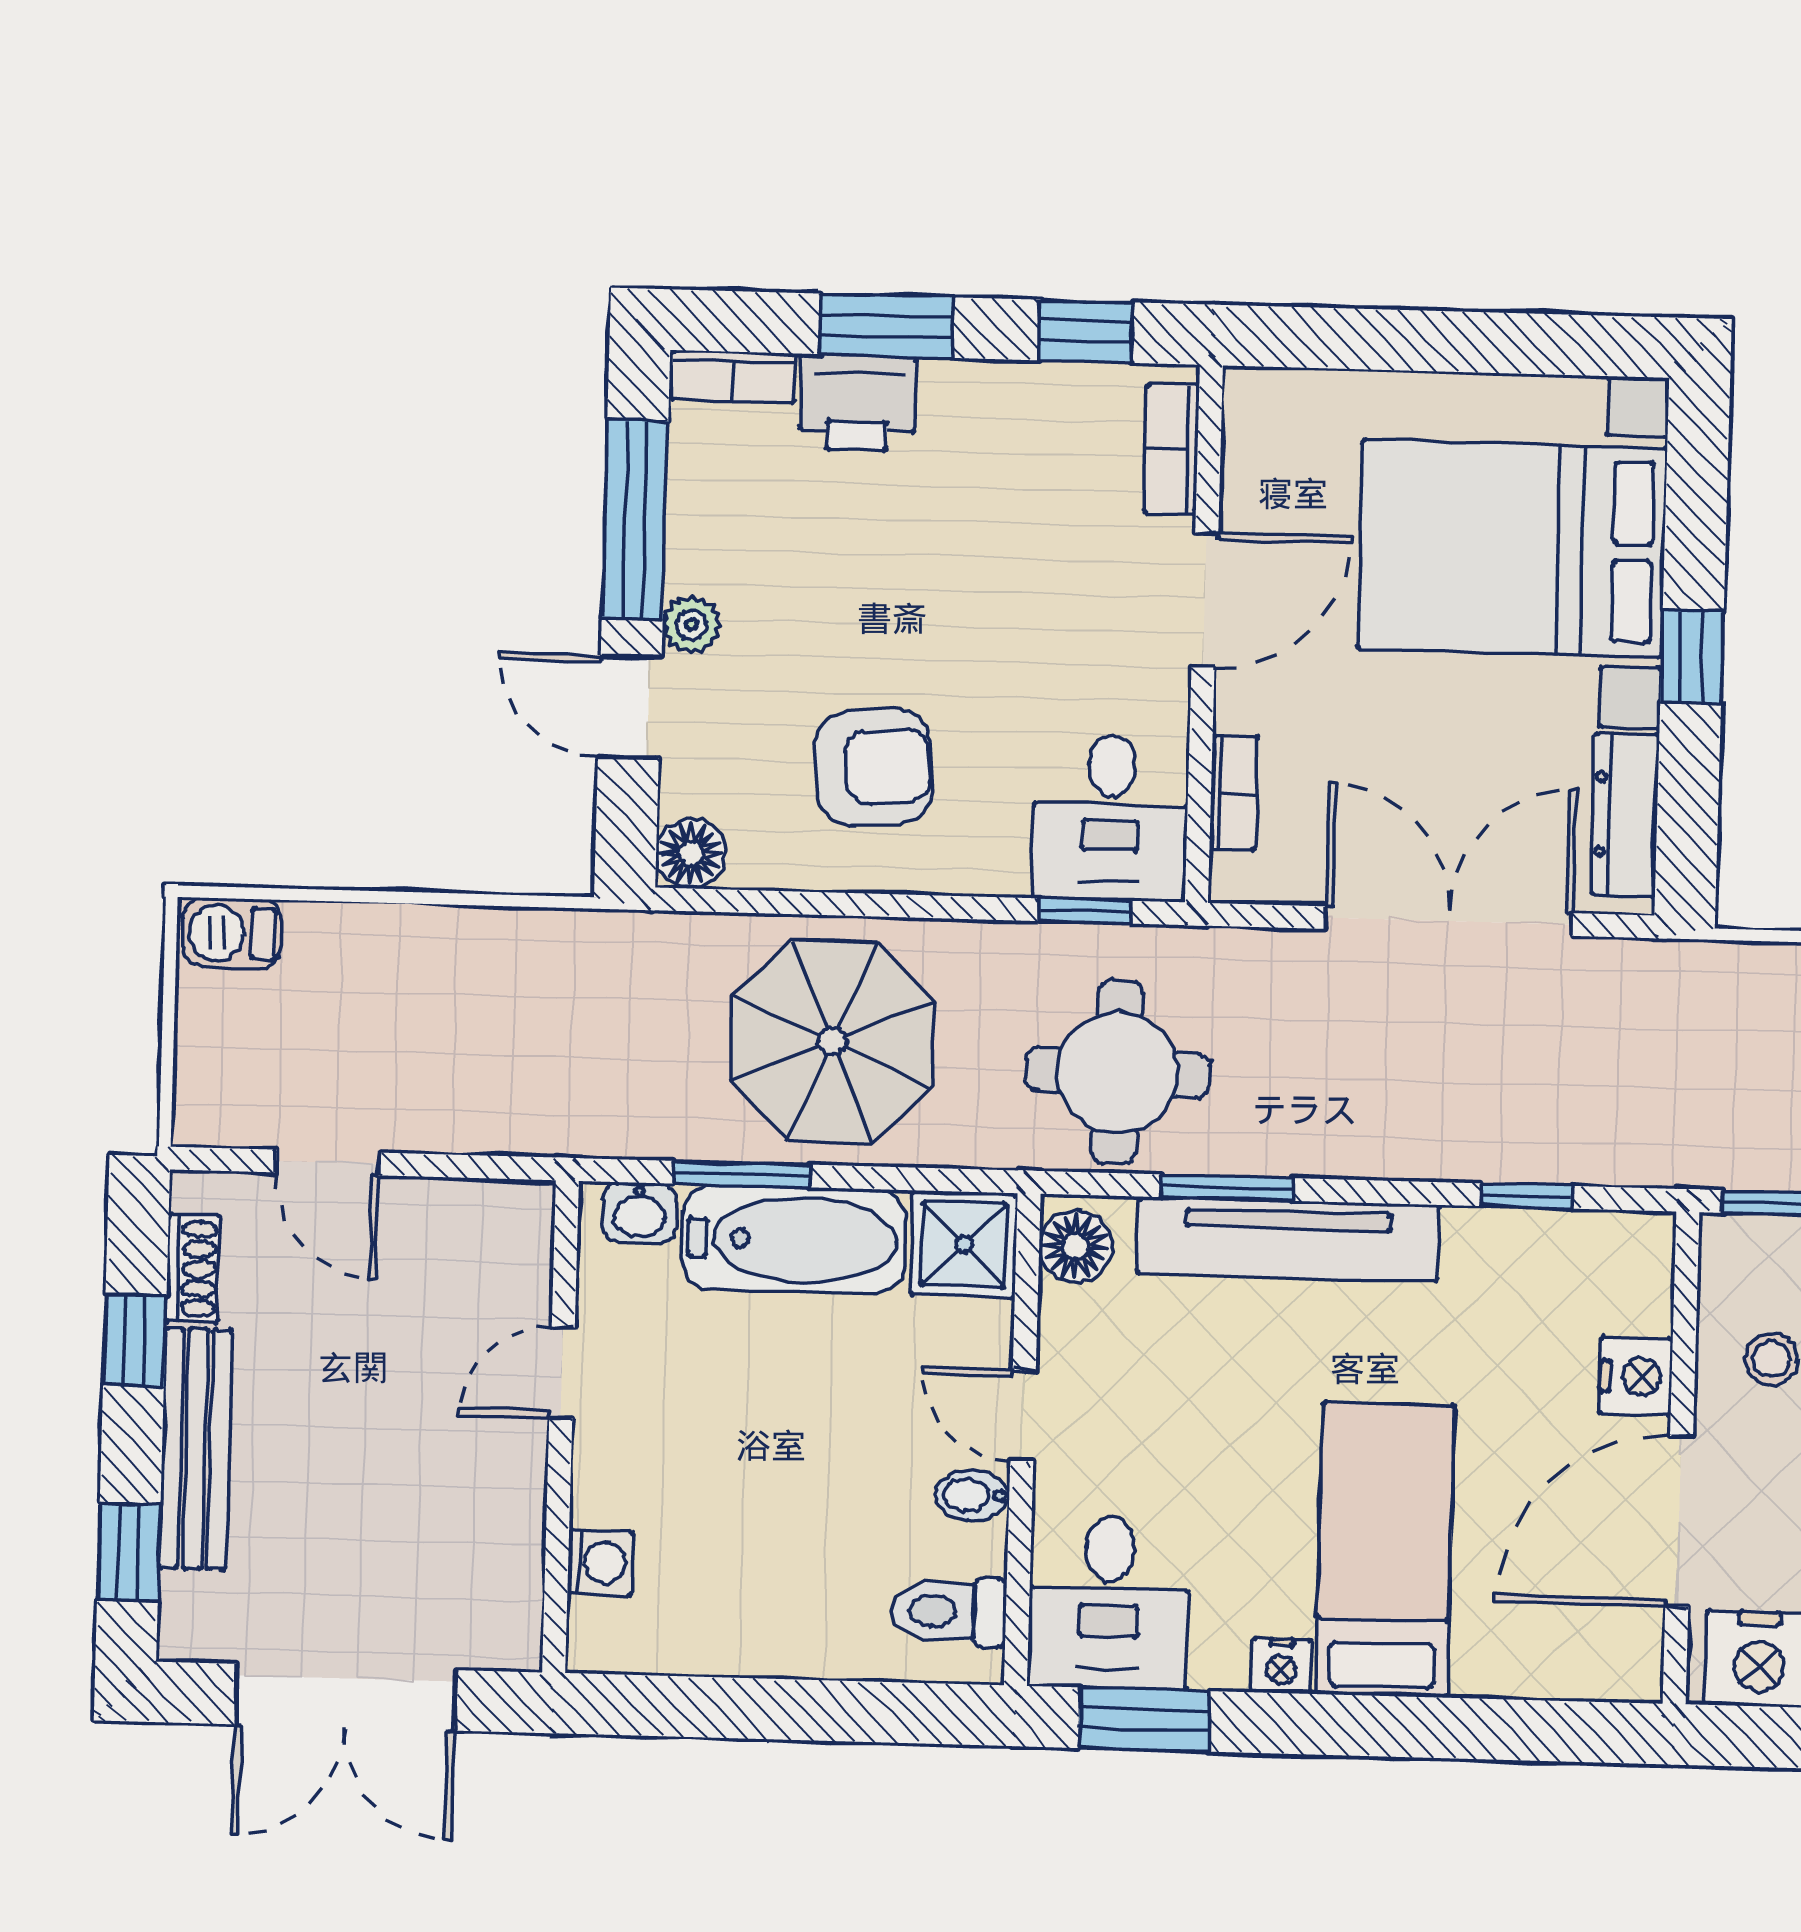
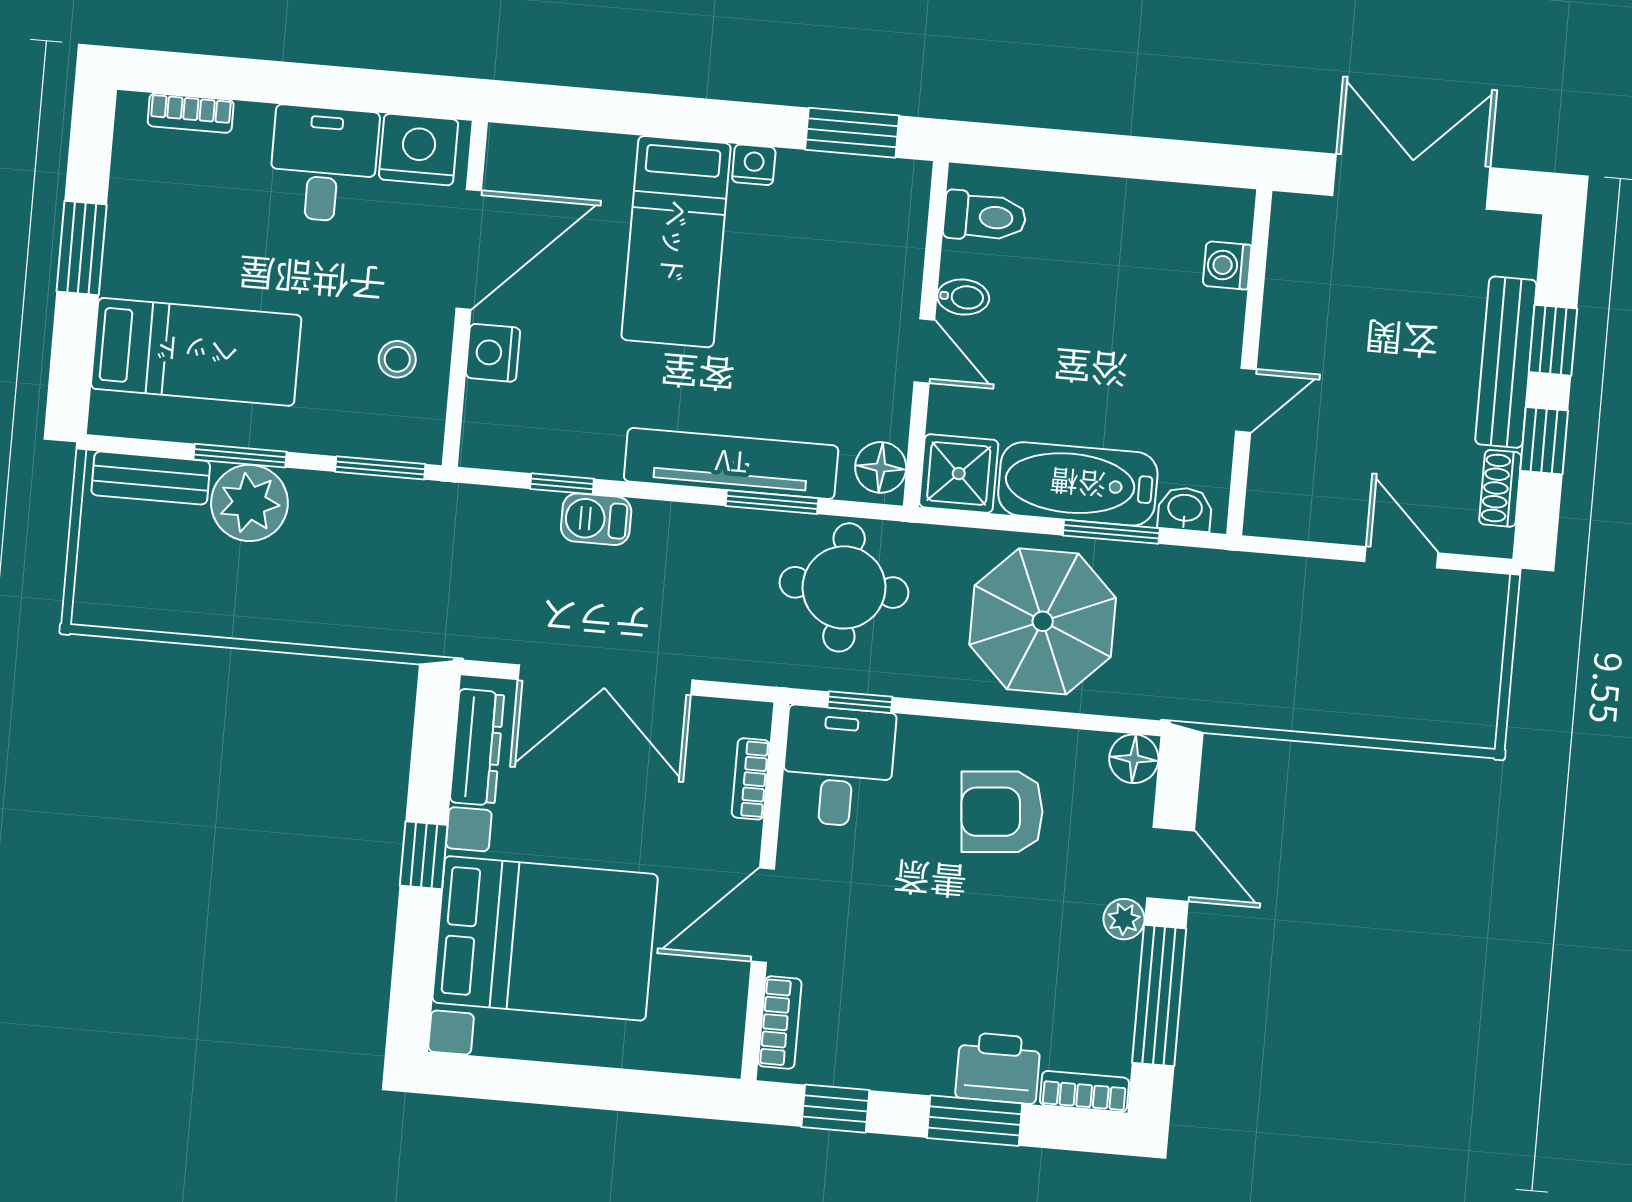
barbecue: (232, 933) -> (596, 519), moved, turned 180
window: (129, 1552) -> (1553, 340), moved
desk: (1109, 1602) -> (872, 216), removed

